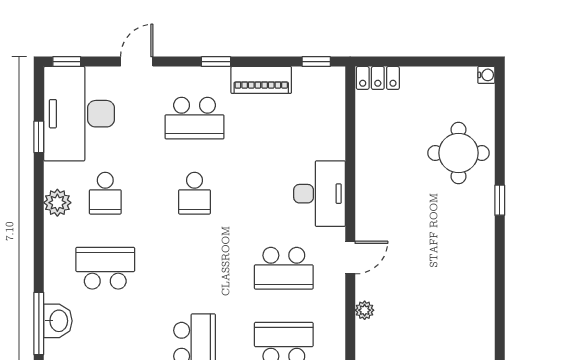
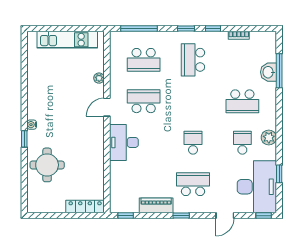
water cooler: (486, 75) -> (32, 125), moved
locker: (378, 78) -> (85, 206), width x1.53

